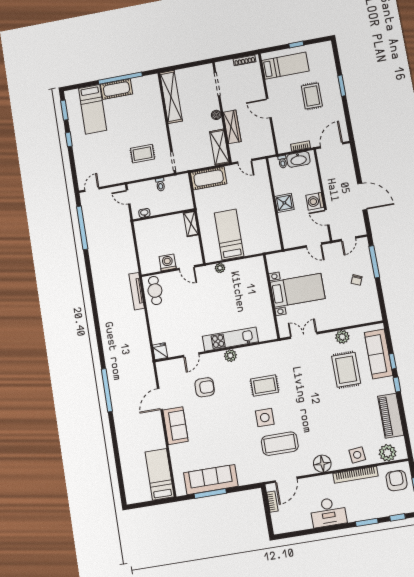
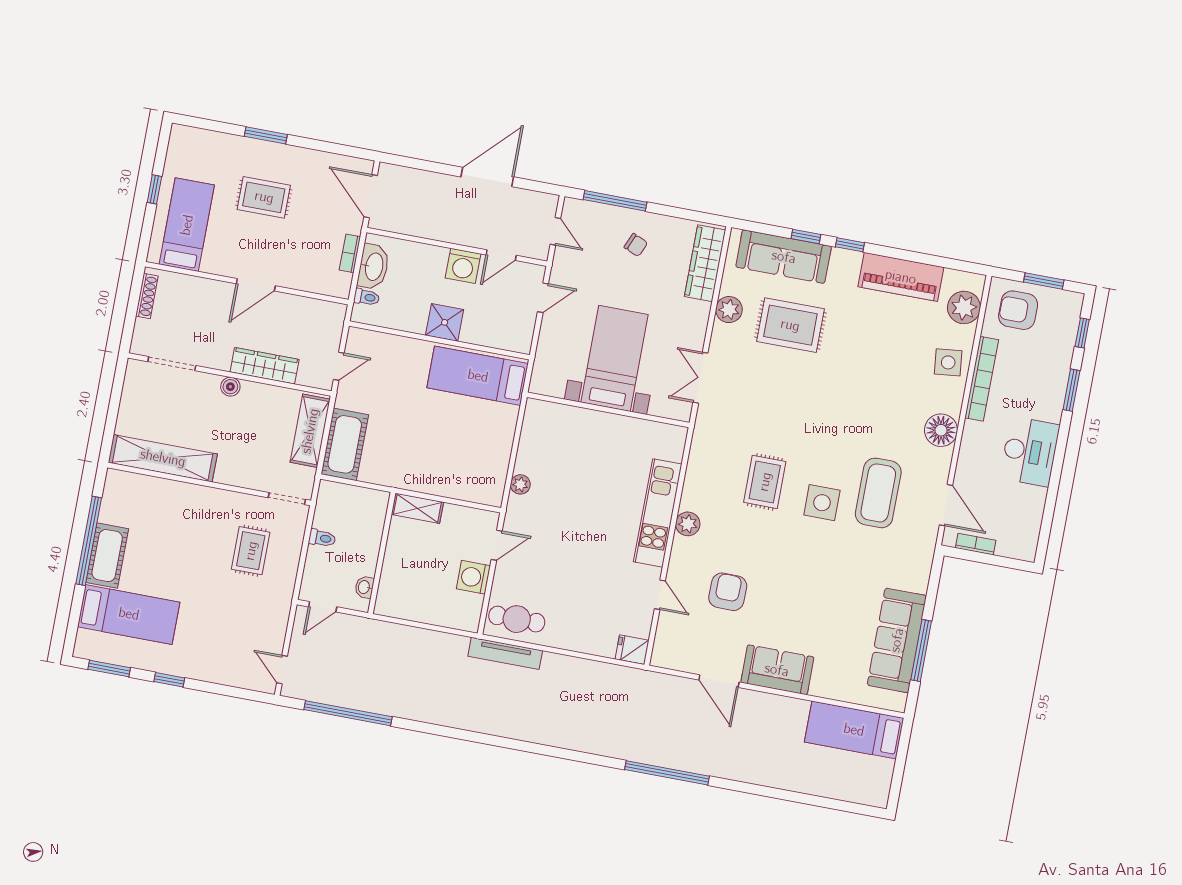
shelving: (219, 147) -> (310, 431), moved, turned 90
bed: (229, 235) -> (478, 376), moved
wardrobe: (361, 317) -> (705, 263), added

